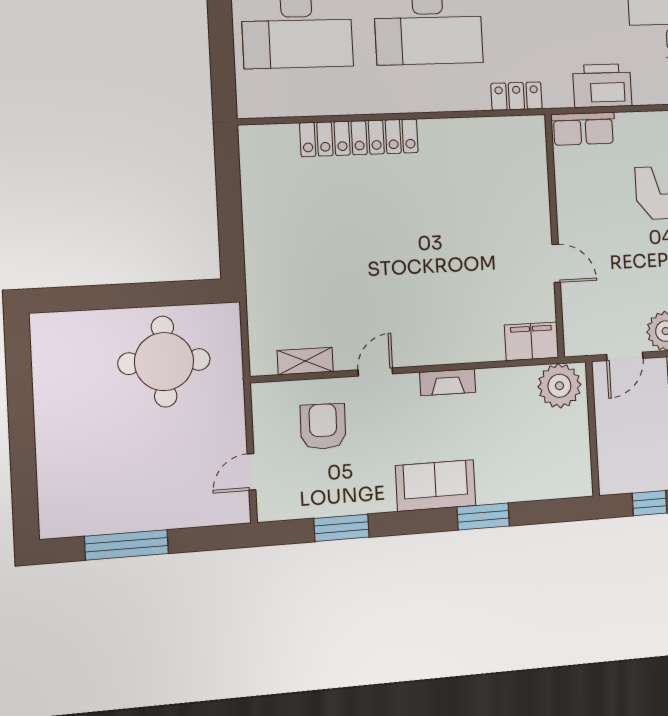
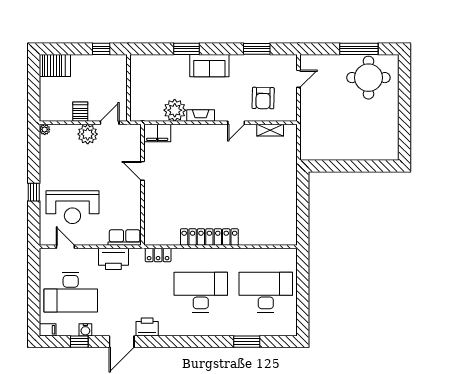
locker: (359, 138) -> (209, 237), moved
round table: (164, 362) -> (368, 78), moved
plant: (559, 386) -> (175, 110), moved

